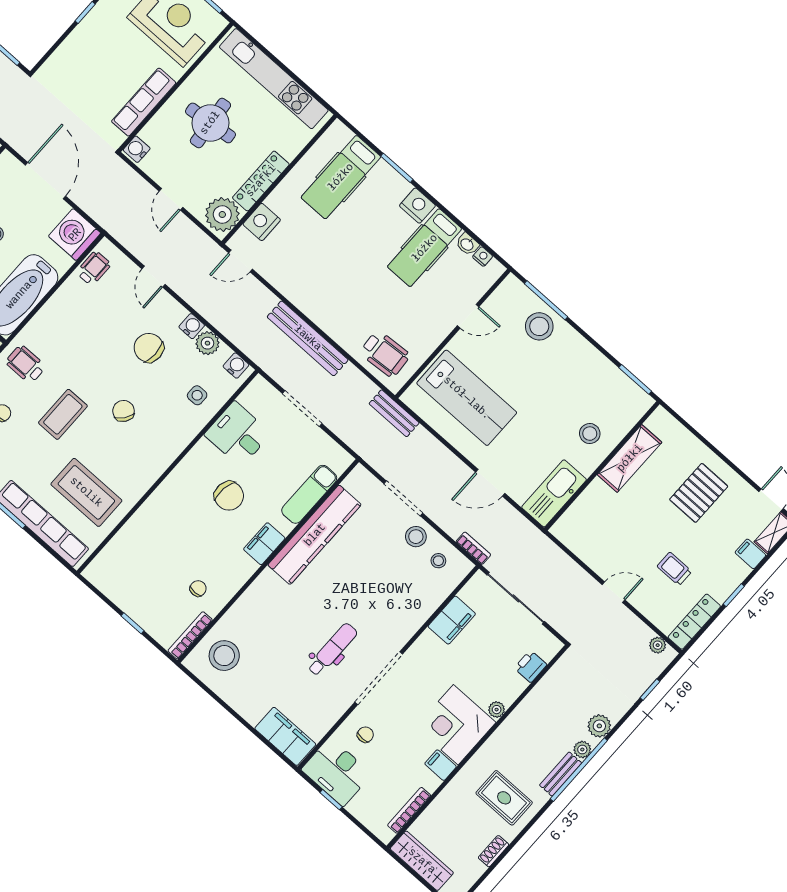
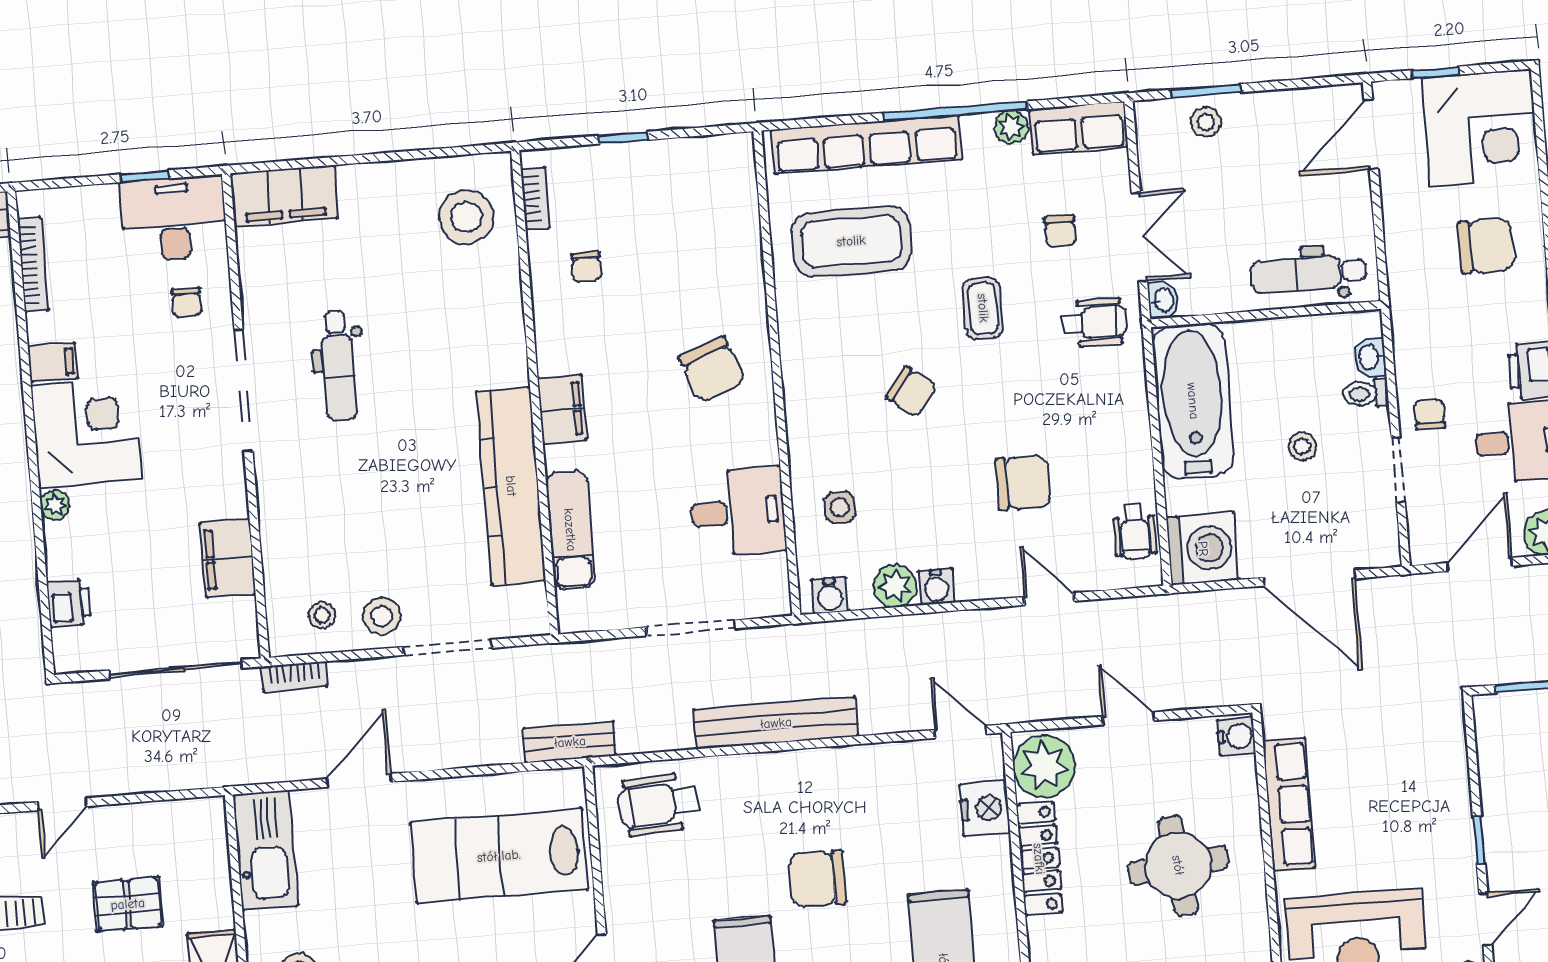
door: (241, 261) -> (960, 732), hinge flipped
chair: (354, 262) -> (817, 879), added
chair: (149, 348) -> (1023, 482), moved
coffee table: (63, 414) -> (983, 308), width x0.73, depth x0.77
chair: (229, 496) -> (712, 370), moved, turned -119
pallet: (628, 528) -> (128, 904), added
bookcase: (190, 635) -> (535, 198), width x0.64

